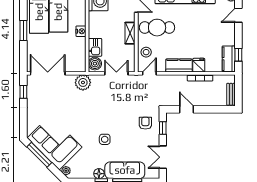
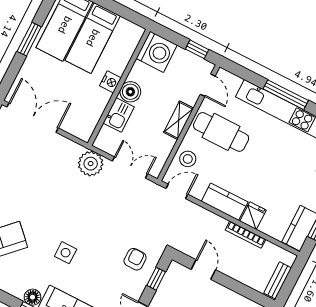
boiler: (95, 64) -> (130, 92), moved
plant: (83, 82) -> (91, 164), moved

